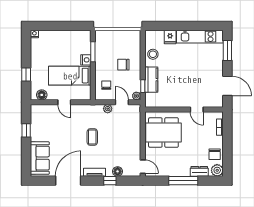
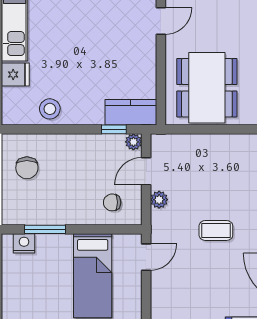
nightstand: (86, 60) -> (24, 243), moved
chair: (123, 65) -> (27, 168), moved
kitchen counter: (151, 80) -> (131, 112), moved
door: (64, 102) -> (146, 257), moved

